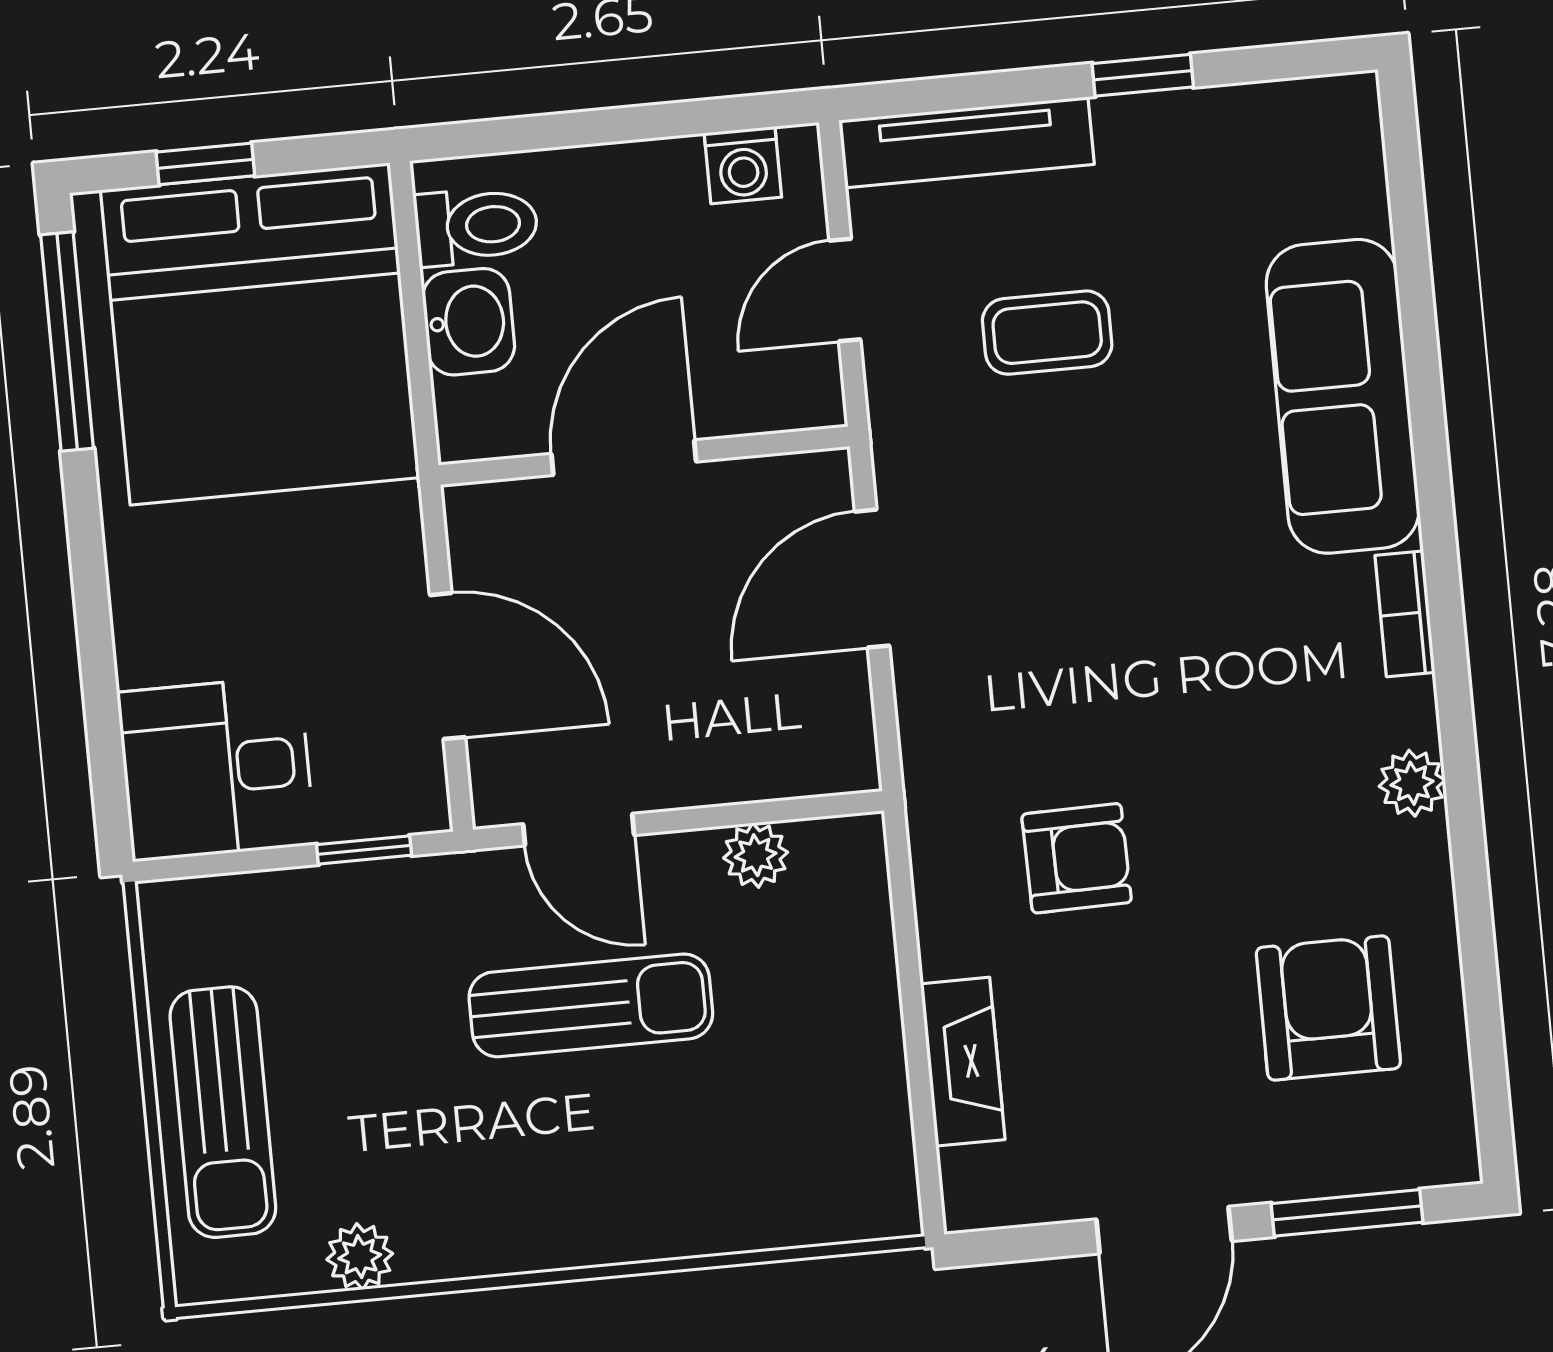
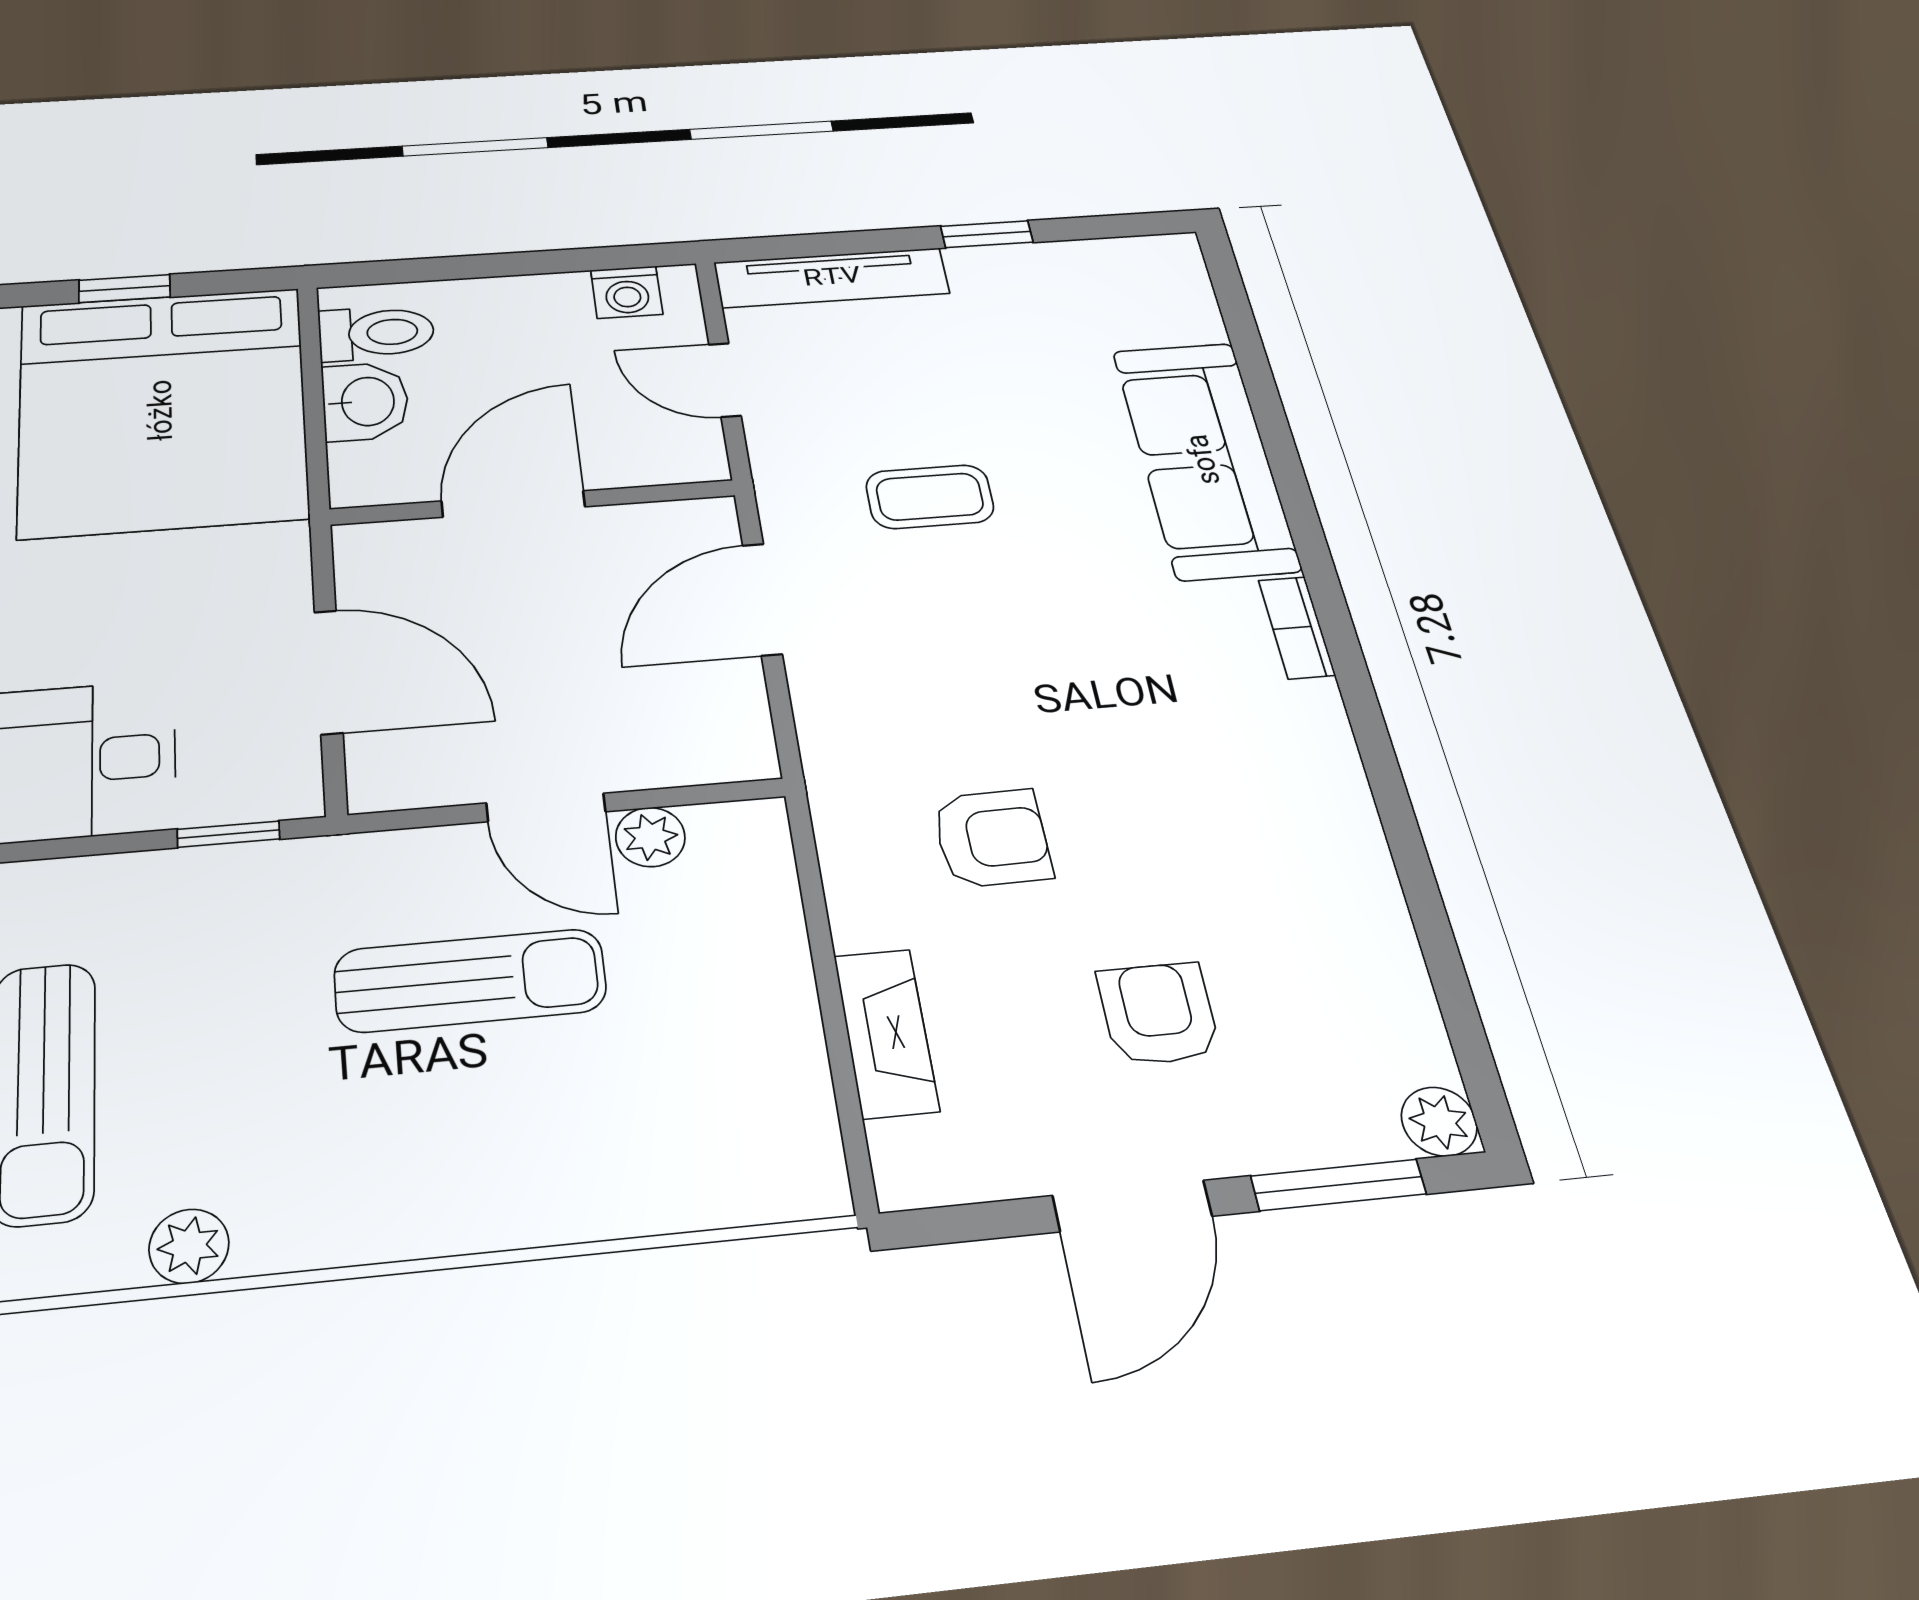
door: (845, 290) -> (725, 380), hinge flipped
coffee table: (1047, 333) -> (930, 497), moved
plant: (1412, 783) -> (1439, 1122), moved
door: (579, 830) -> (546, 807), moved
armchair: (1328, 1008) -> (1158, 1014), moved, width x0.72, depth x0.72

